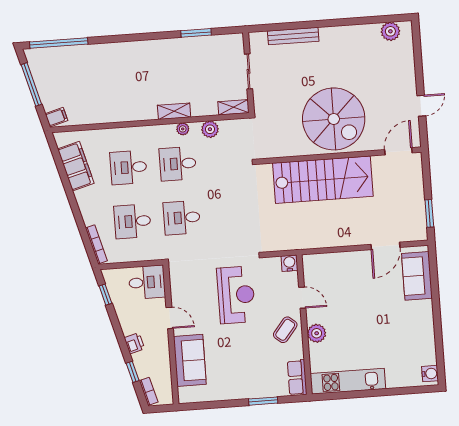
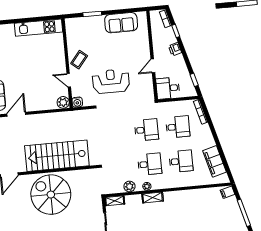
reception desk: (236, 295) -> (111, 81), turned 90
door: (170, 318) -> (153, 66), hinge flipped
plant: (317, 333) -> (63, 102), moved
sofa: (190, 360) -> (121, 23), moved, turned -90
row of seats: (297, 377) -> (71, 29), removed

